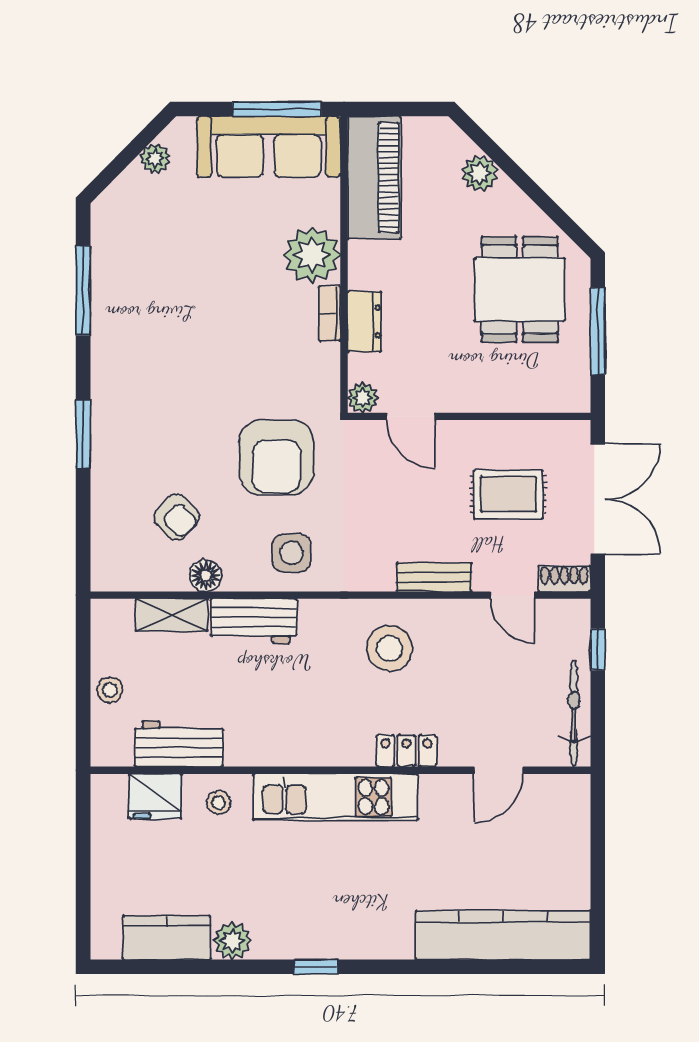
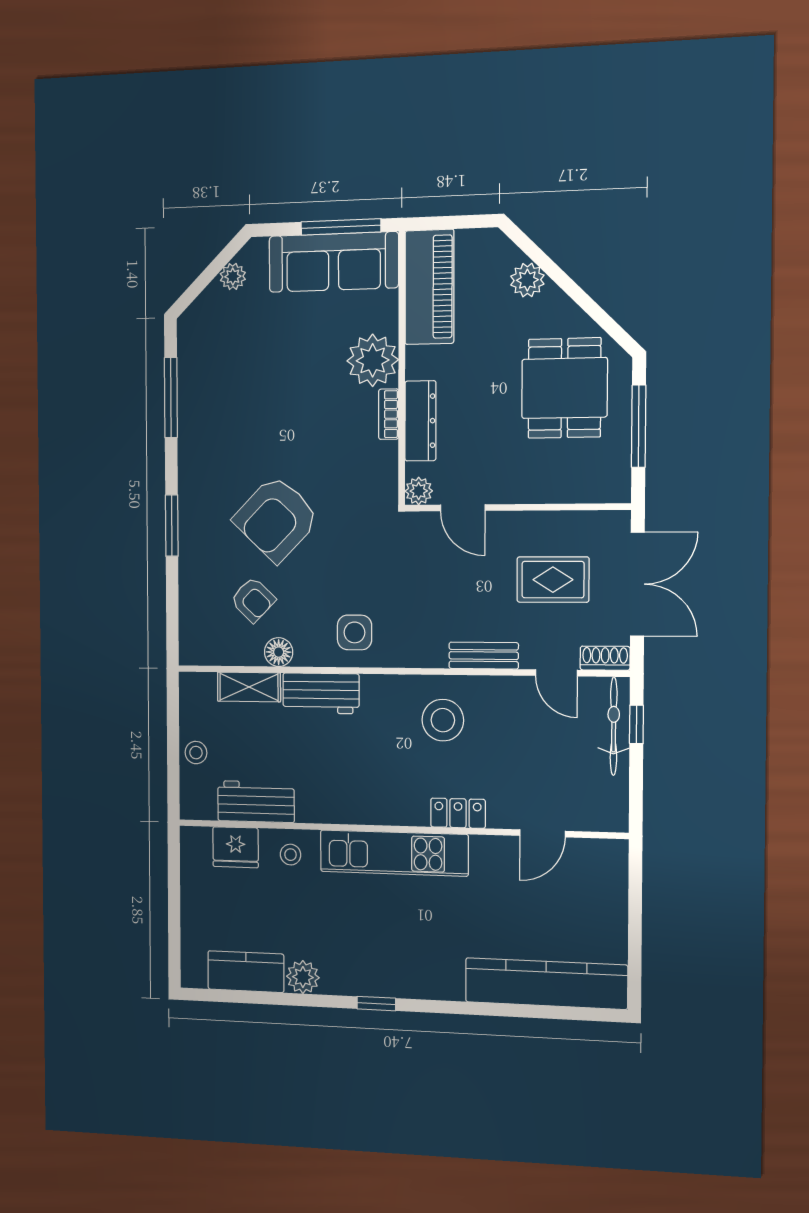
dresser: (365, 322) -> (420, 421), width x1.44
armchair: (276, 457) -> (276, 519), moved, turned 44
bicycle: (574, 713) -> (614, 726), moved

